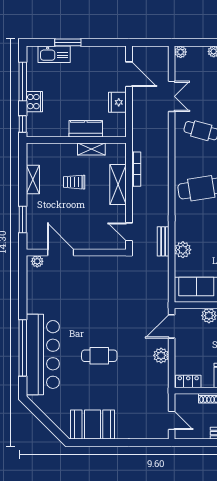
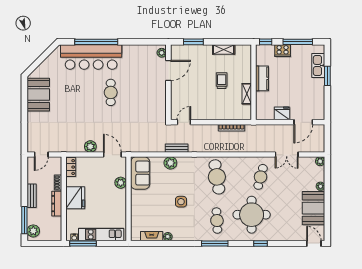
kitchen counter: (86, 129) -> (262, 78), moved
shelving: (118, 185) -> (220, 114), removed
cafe table: (99, 356) -> (111, 92), moved

